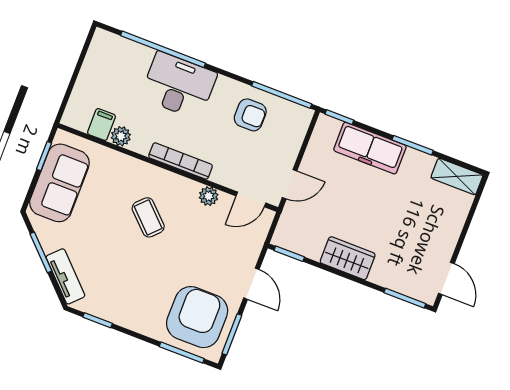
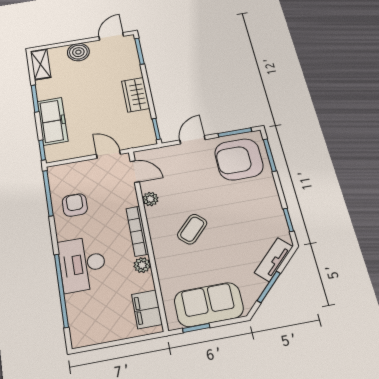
filing cabinet: (101, 124) -> (147, 309), width x2.00
plant: (121, 136) -> (142, 265), moved
boiler: (447, 228) -> (78, 52), added

